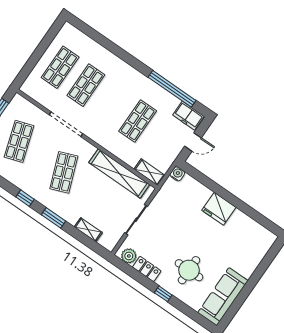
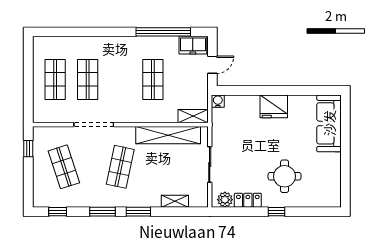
shop shelf: (64, 172) -> (120, 167), turned 33
window: (25, 198) -> (102, 212), width x1.50
sofa: (223, 297) -> (329, 123), moved

